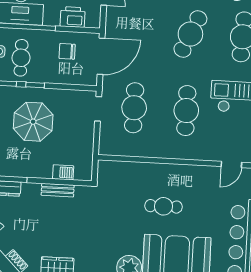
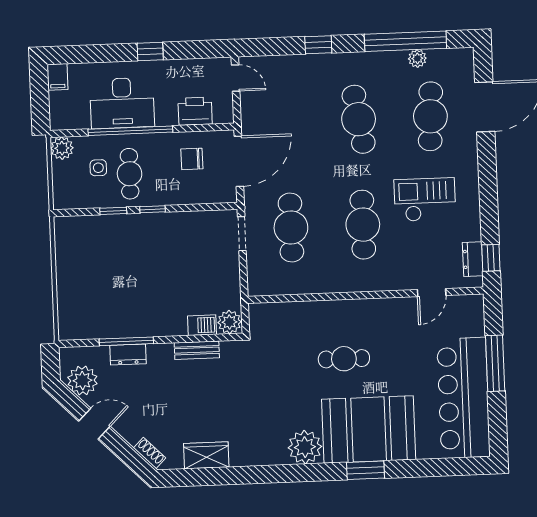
cafe table: (190, 34) -> (359, 119), turned -33
parasol: (33, 122) -> (154, 260), removed
plant: (83, 172) -> (229, 322), added

